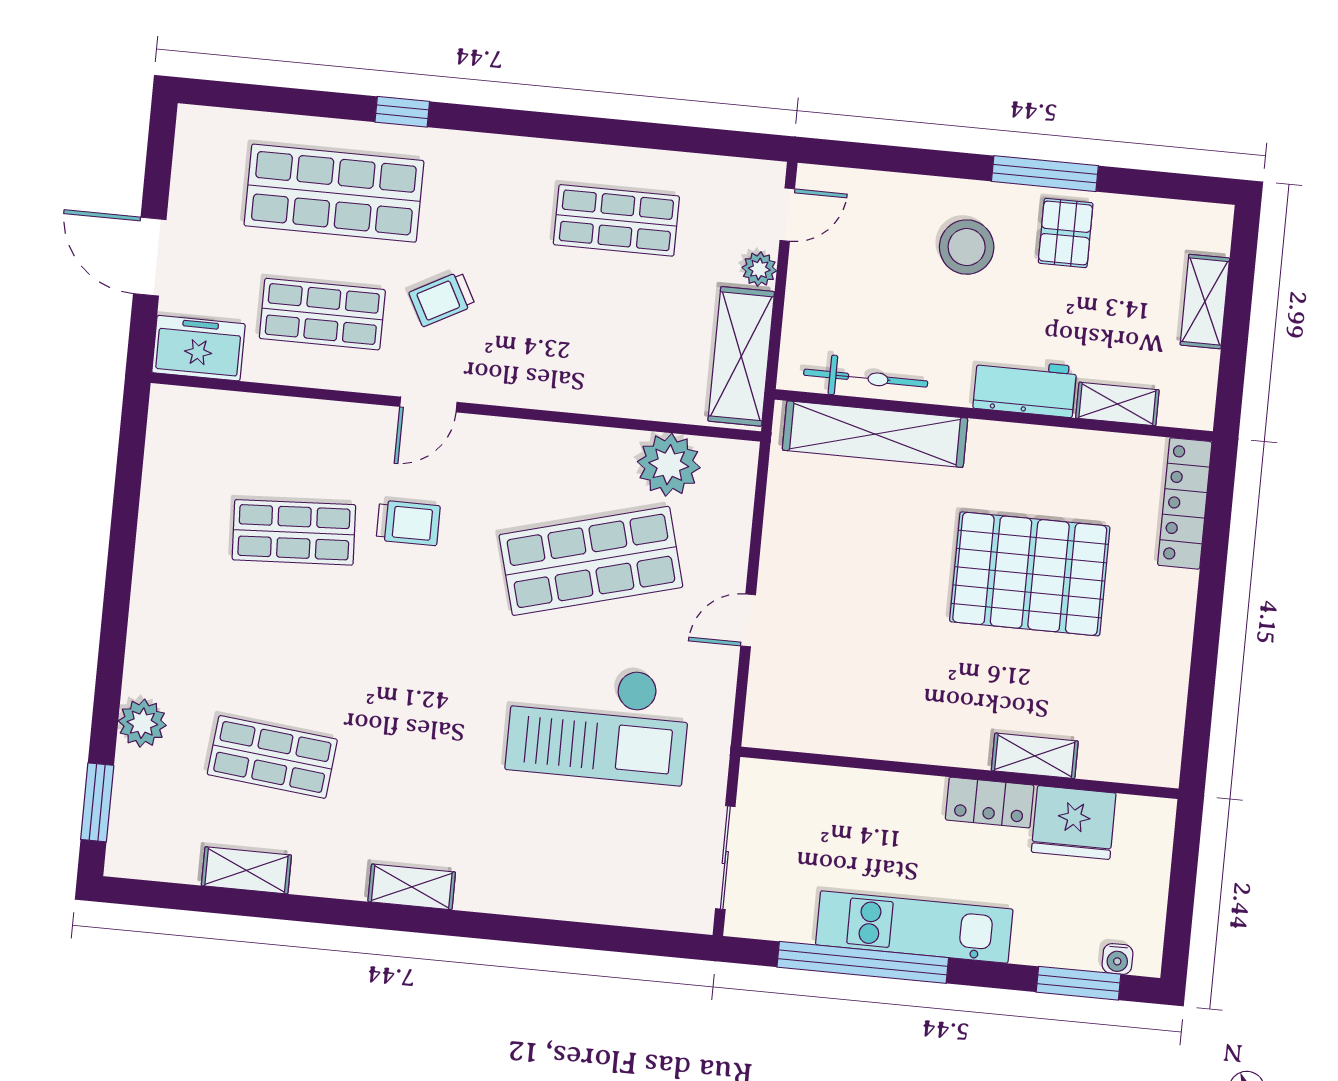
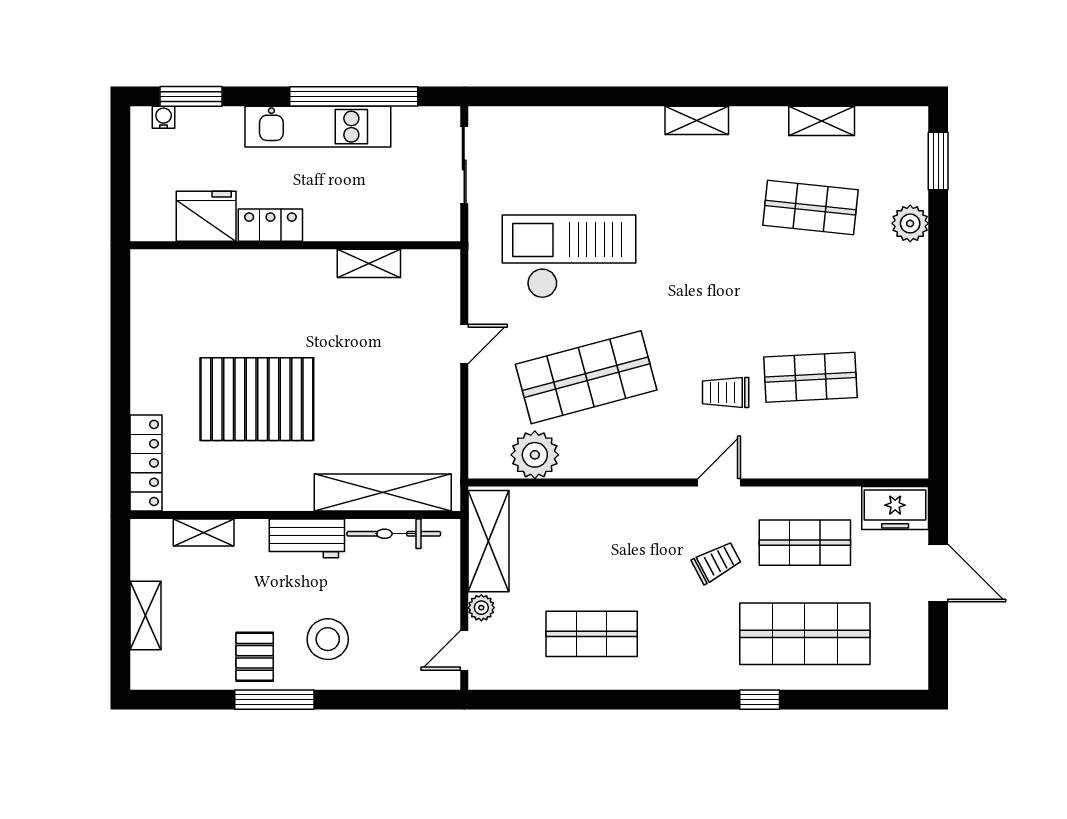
workbench: (1025, 387) -> (307, 538), moved
shelving: (1035, 756) -> (369, 263), moved

